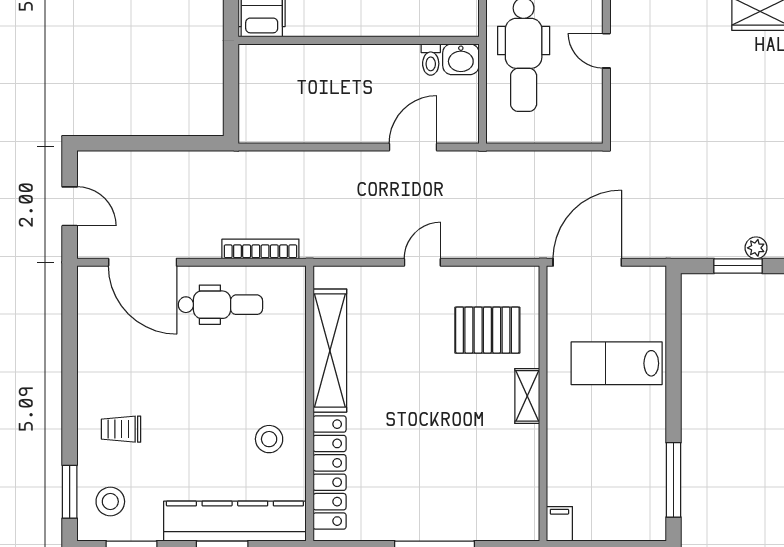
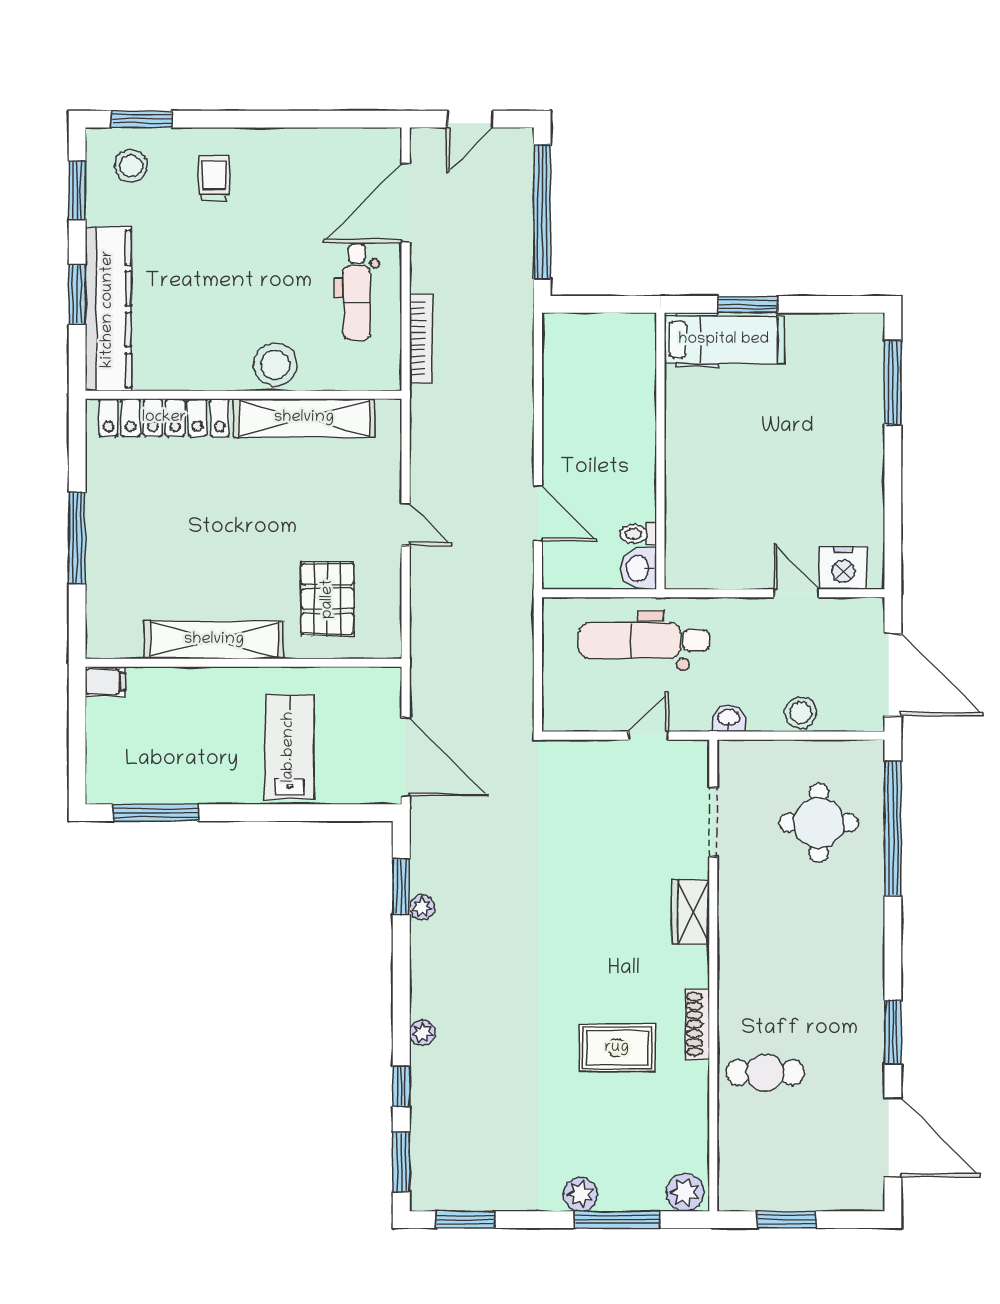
window: (150, 143) -> (542, 212), added
door: (587, 262) -> (406, 757), moved
shelving: (527, 396) -> (214, 640), width x2.20, depth x1.33
stool: (269, 439) -> (275, 365), moved, width x1.38, depth x1.38

